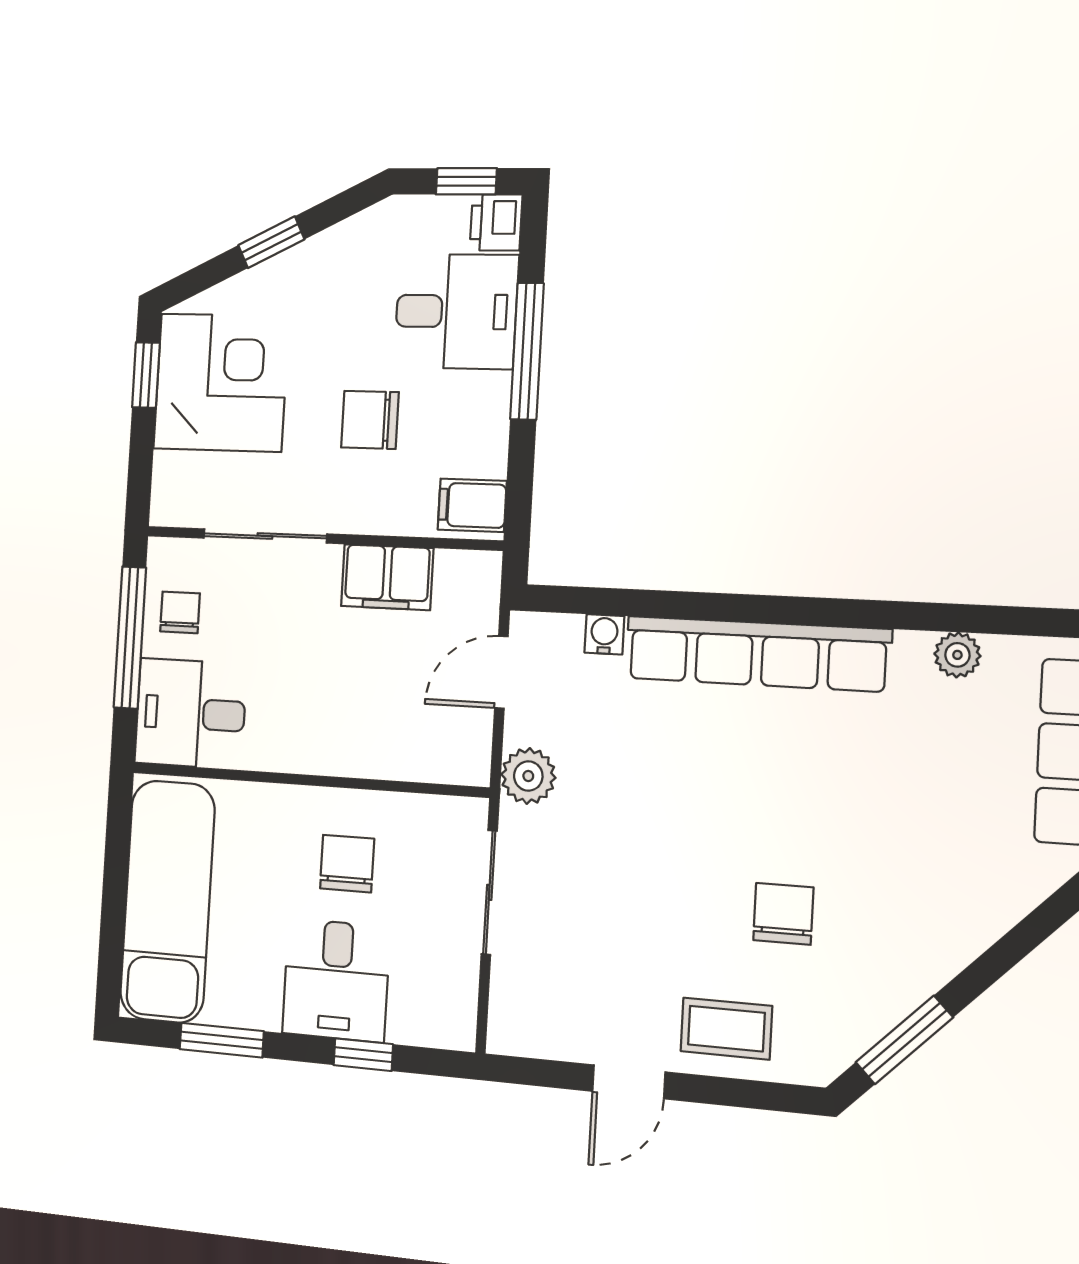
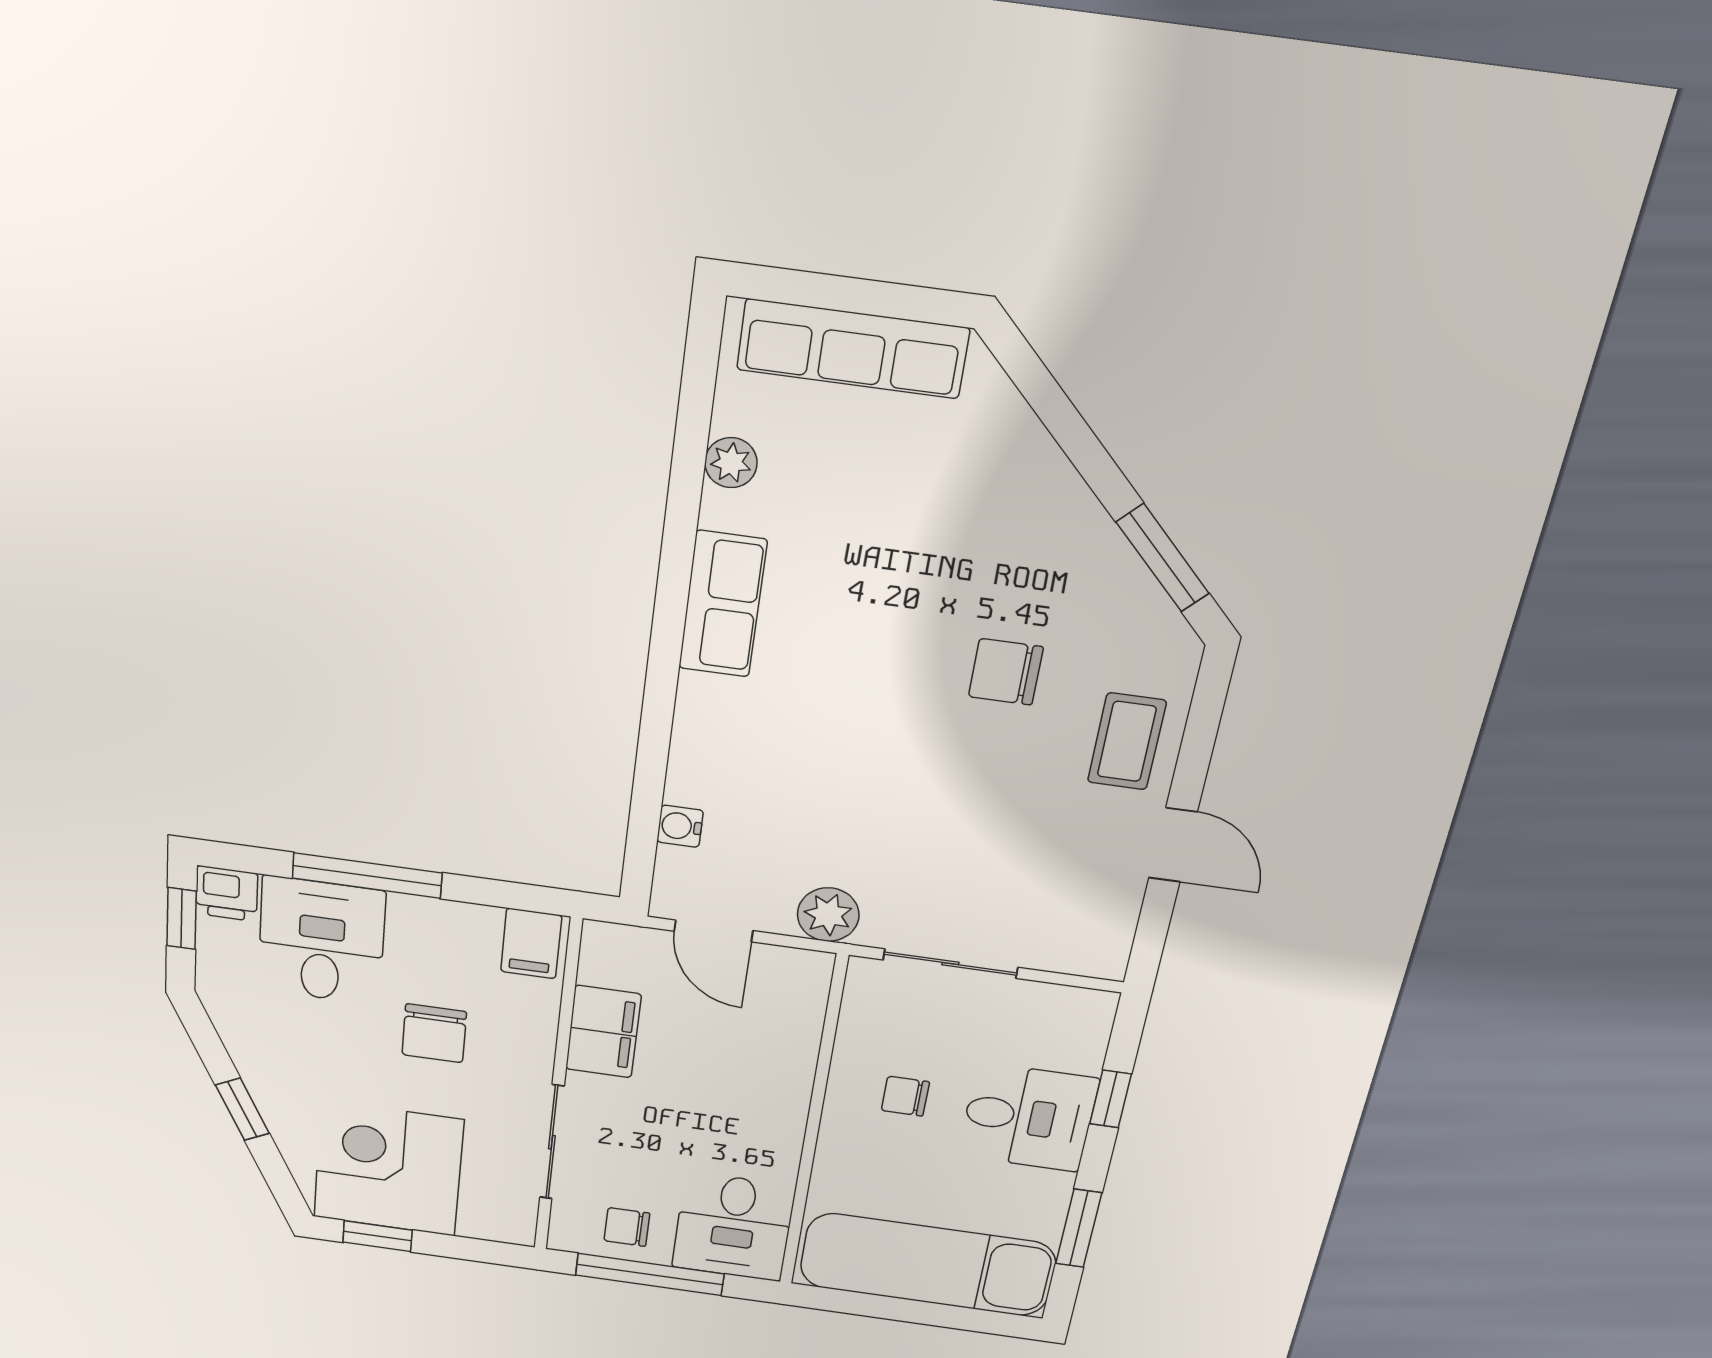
row of seats: (757, 654) -> (723, 604), width x0.50
chair: (347, 864) -> (905, 1096), width x0.73, depth x0.73

